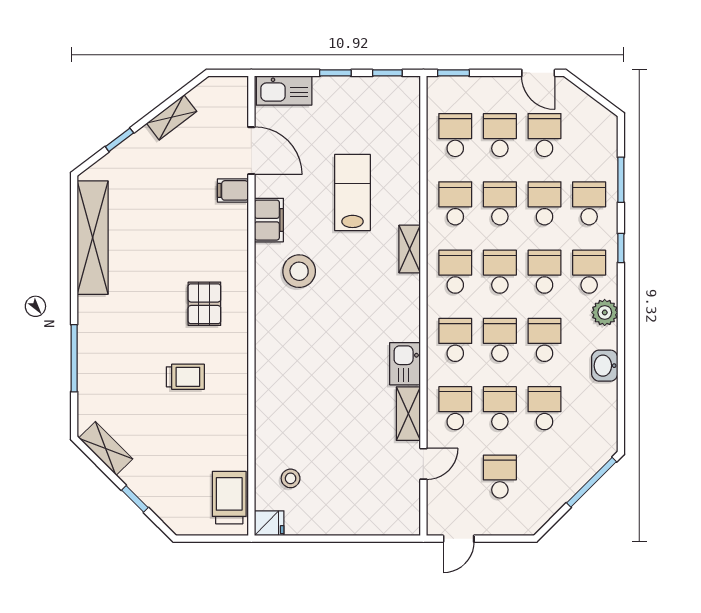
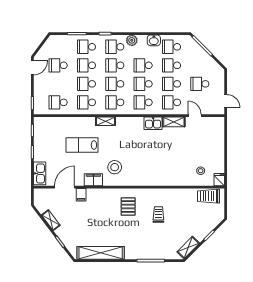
school desk: (500, 135) -> (172, 47), moved
pallet: (204, 304) -> (128, 206), turned 90

